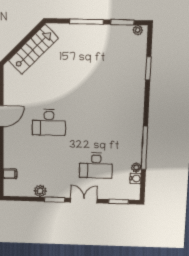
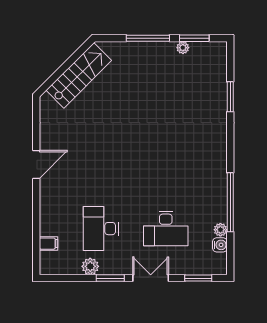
plant: (138, 30) -> (183, 48), moved
desk: (49, 122) -> (101, 229), moved, turned 90

